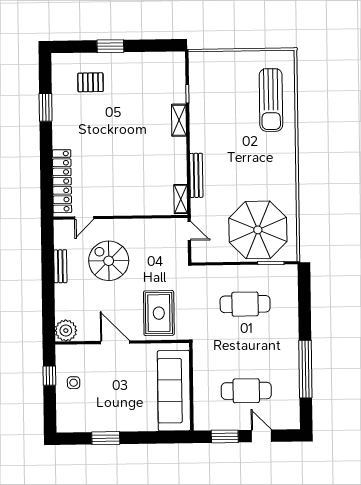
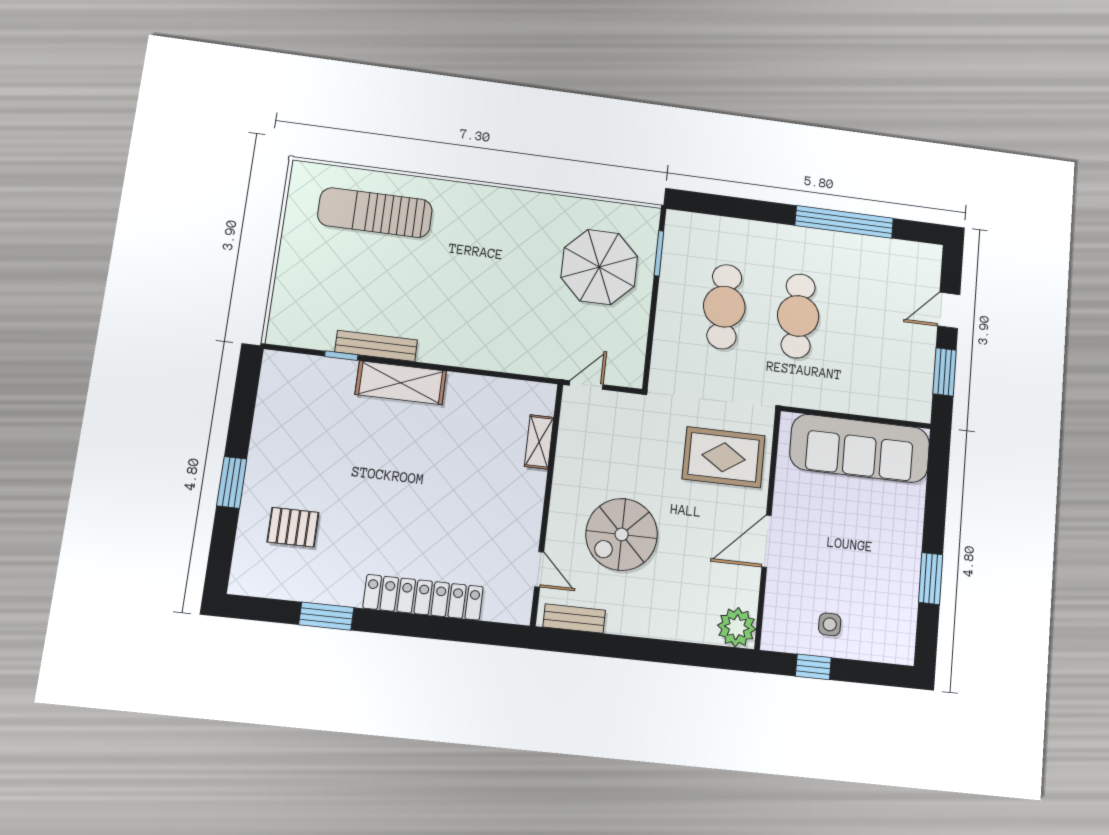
pallet: (90, 82) -> (293, 527), turned 90
sun lounger: (271, 100) -> (375, 213), turned 180
shelving: (179, 120) -> (401, 383), width x1.50, depth x1.33
bench: (196, 175) -> (376, 346), moved
locker: (62, 181) -> (423, 597), moved
shelving: (181, 199) -> (539, 442), moved, turned 90
parasol: (258, 230) -> (599, 267), width x0.73, depth x0.73
bench: (60, 266) -> (574, 619), moved
cafe table: (246, 391) -> (798, 316), moved

